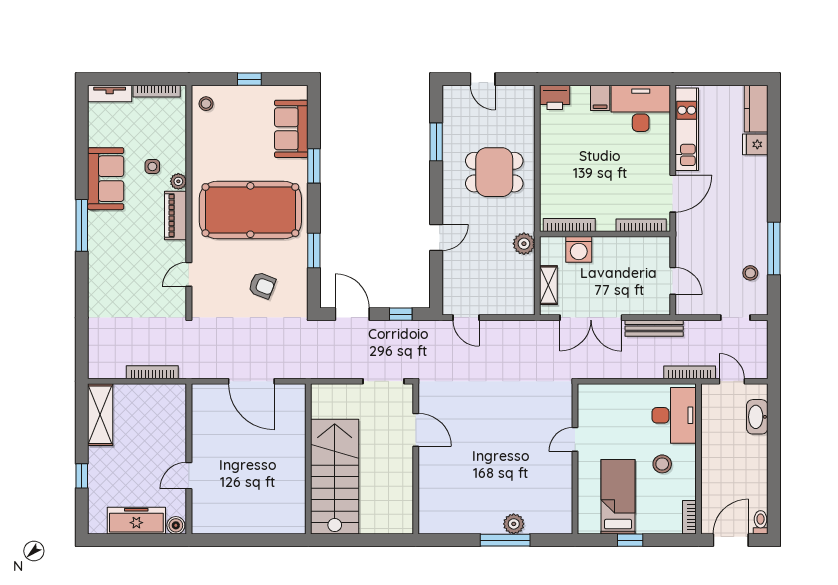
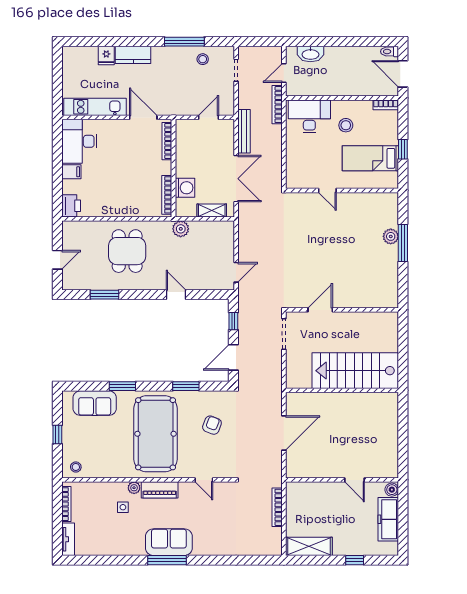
kitchen counter: (756, 109) -> (133, 55), moved
sofa: (106, 179) -> (169, 542), moved

